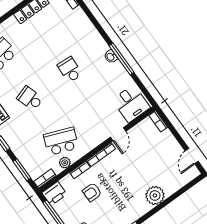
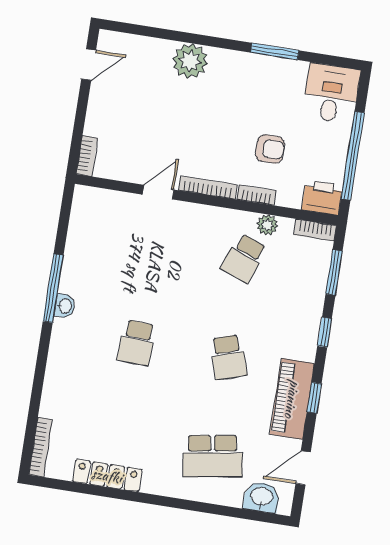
desk: (131, 104) -> (100, 216), removed
school desk: (61, 141) -> (244, 258), width x0.54

